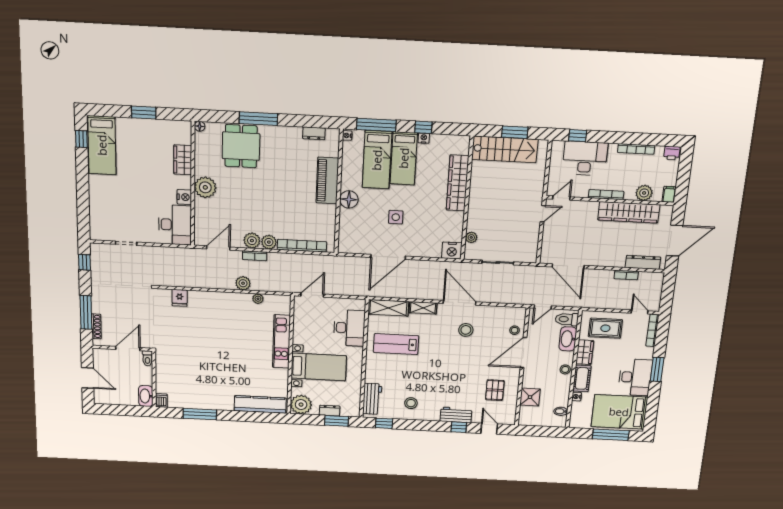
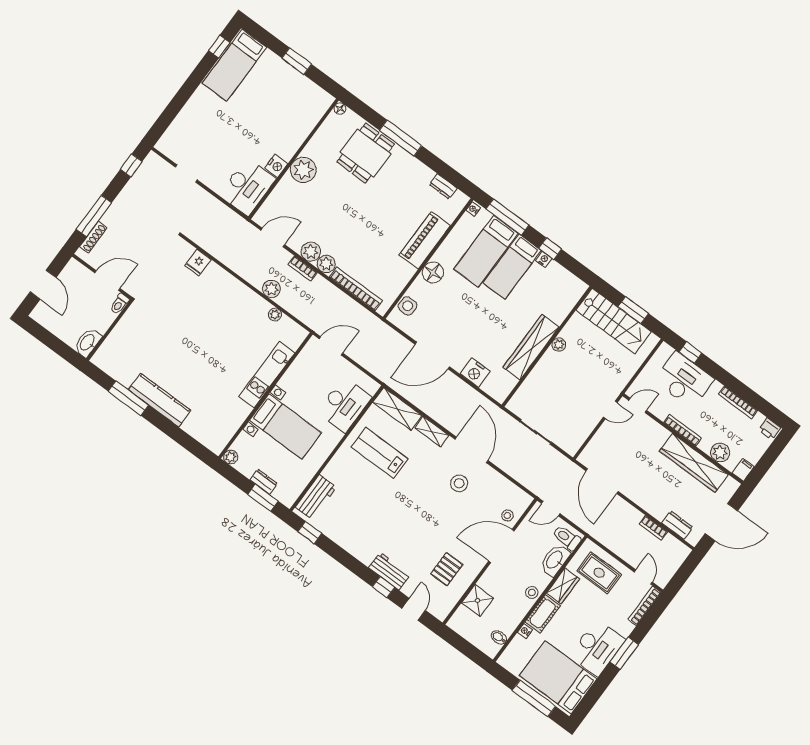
wardrobe: (183, 160) -> (301, 129), removed
wardrobe: (458, 183) -> (531, 347), moved
side table: (396, 217) -> (408, 306), moved
plant: (471, 237) -> (559, 345), moved
nightstand: (452, 251) -> (475, 373), moved
dresser: (643, 262) -> (677, 525), width x0.70
dishwasher: (161, 400) -> (100, 358), removed
stool: (411, 403) -> (352, 528), removed
kitchen counter: (260, 404) -> (160, 400), moved
plant: (301, 405) -> (231, 457), width x0.53, depth x0.53

